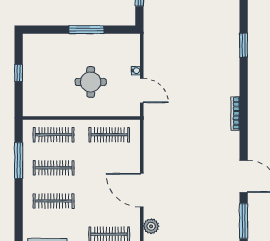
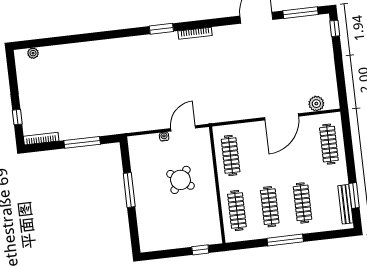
window: (244, 45) -> (161, 29), moved
window: (19, 73) -> (200, 250), moved
round table: (91, 82) -> (180, 180), turned 37
window: (19, 161) -> (285, 240), moved

